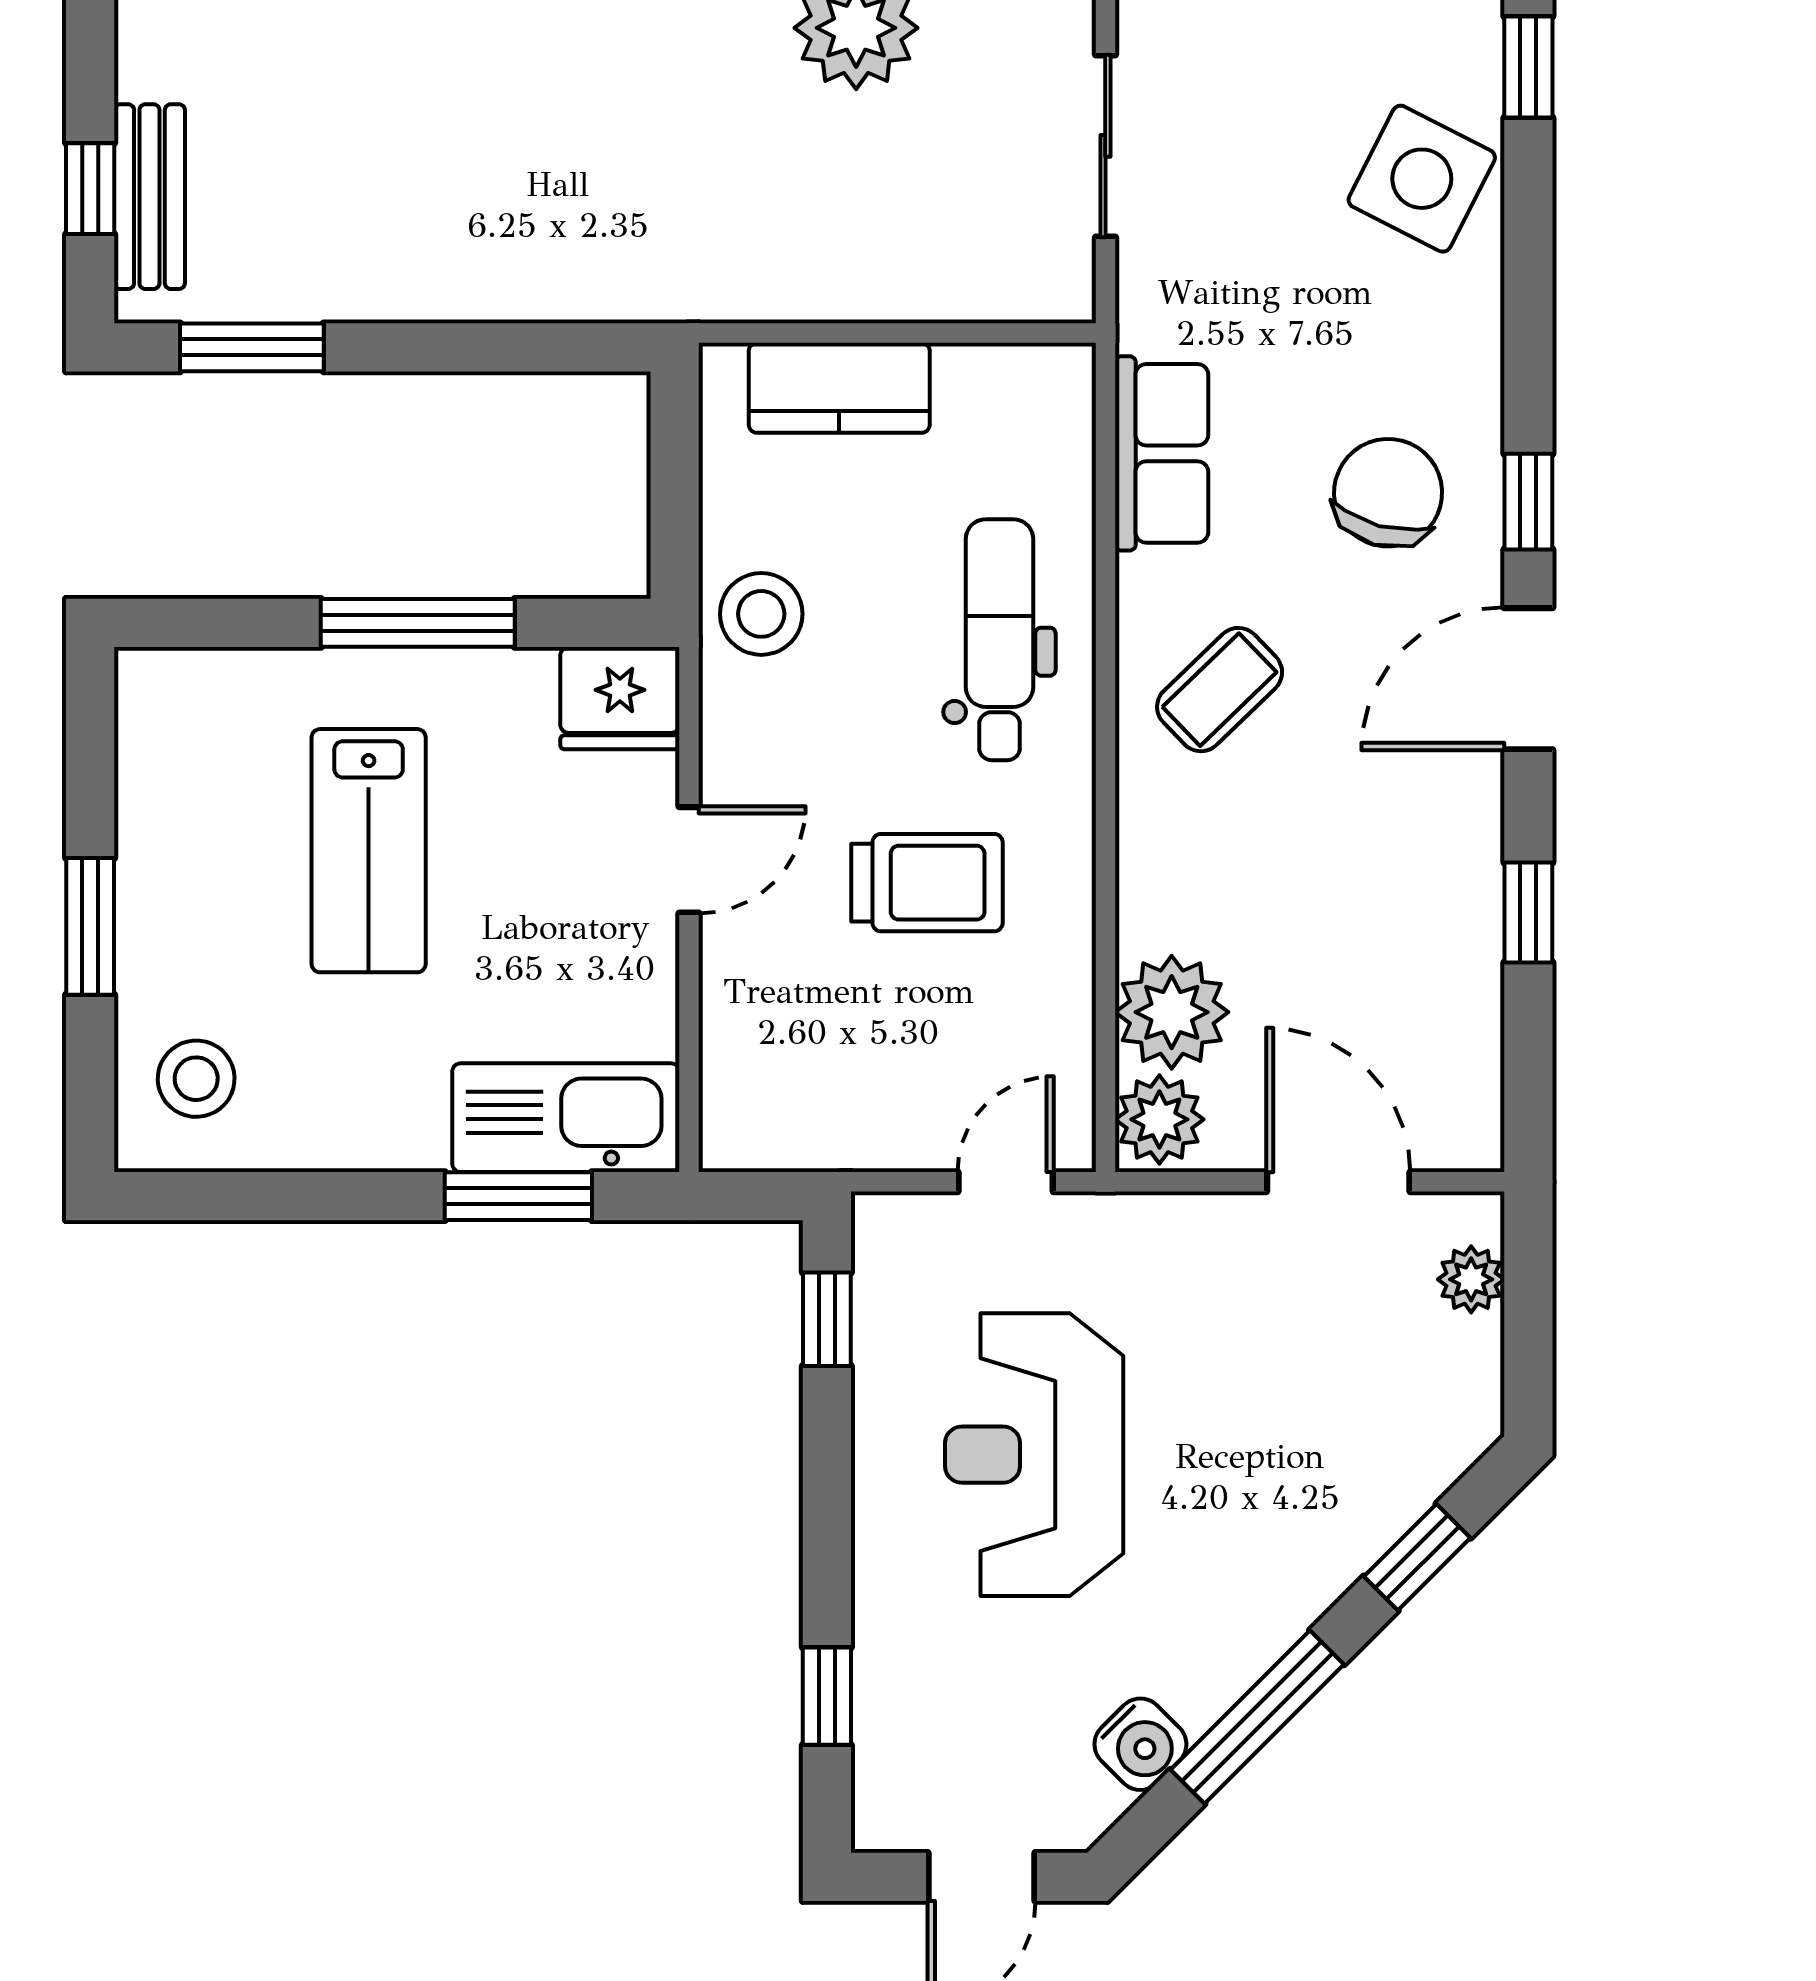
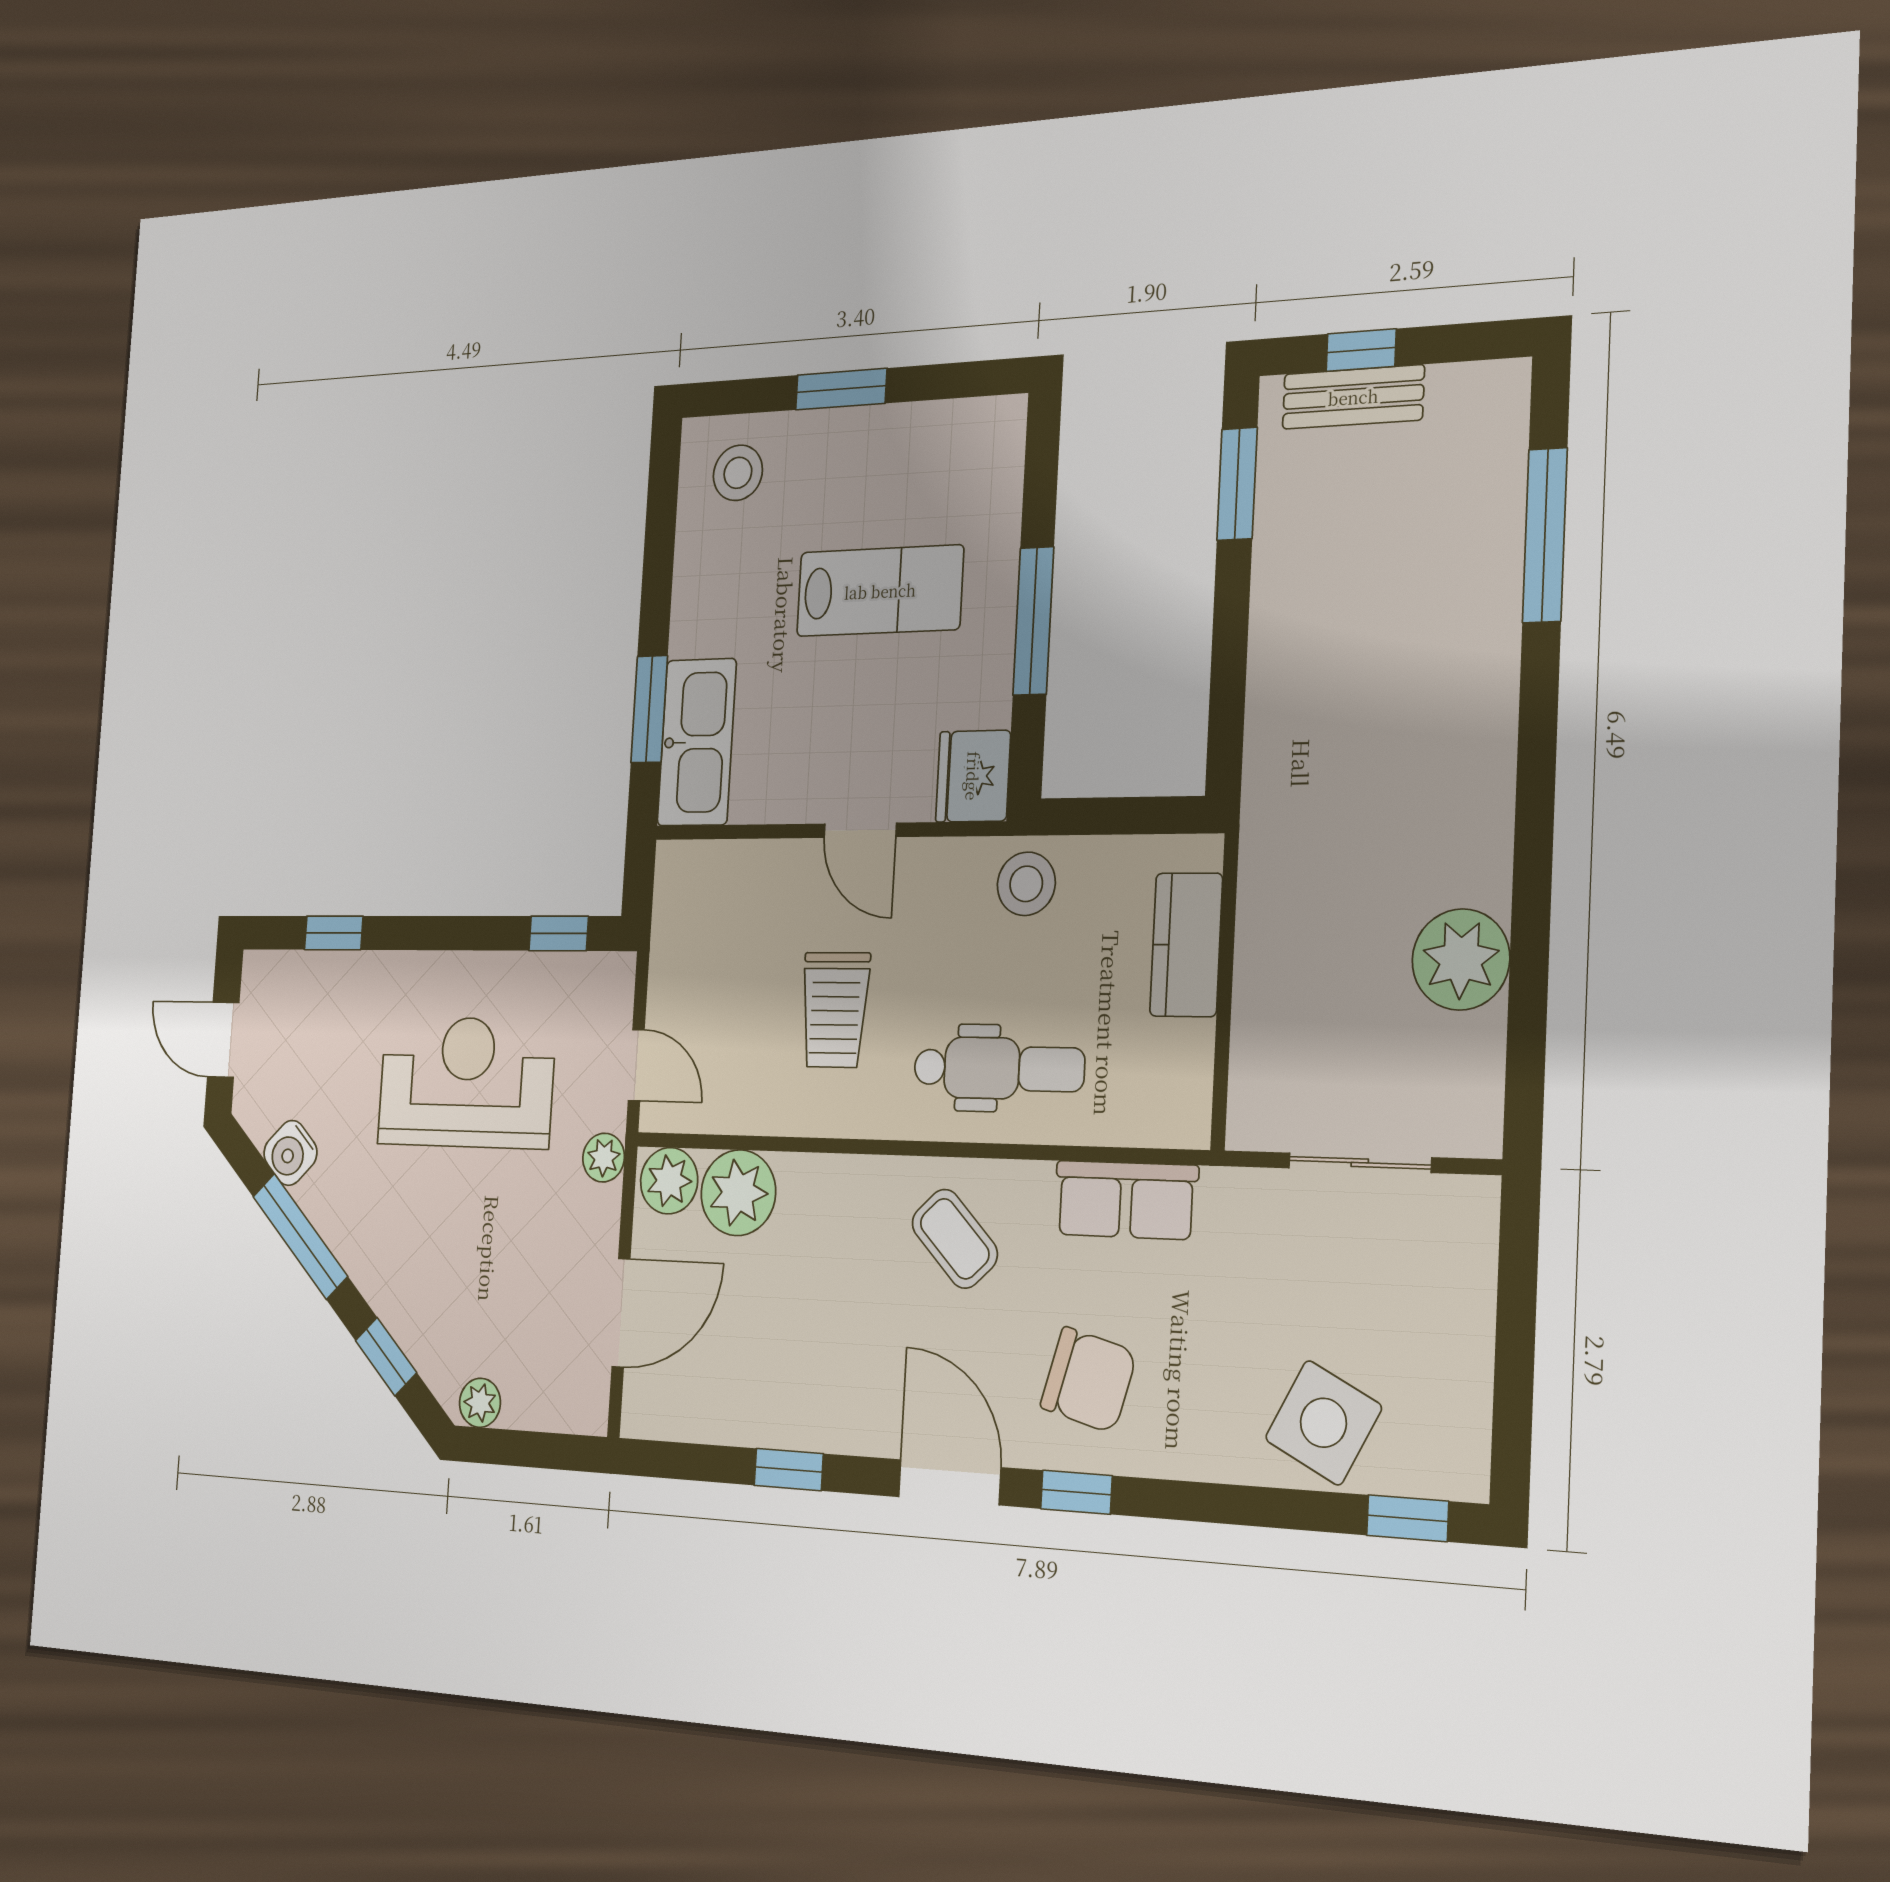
lab bench: (369, 851) -> (880, 591), turned 180
plant: (1132, 1224) -> (604, 1158), added
plant: (1471, 1279) -> (480, 1403), moved

